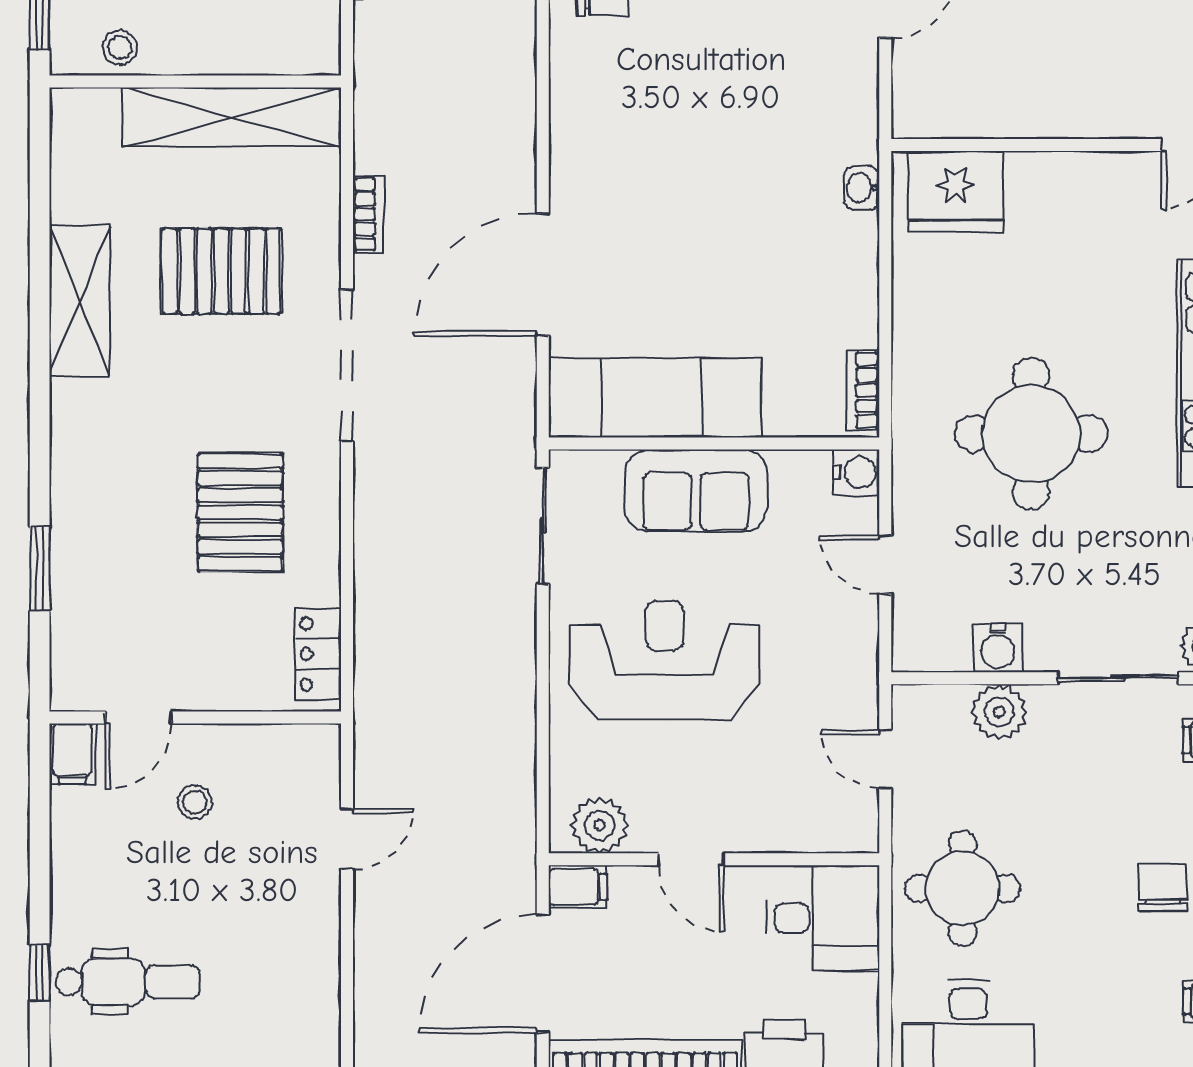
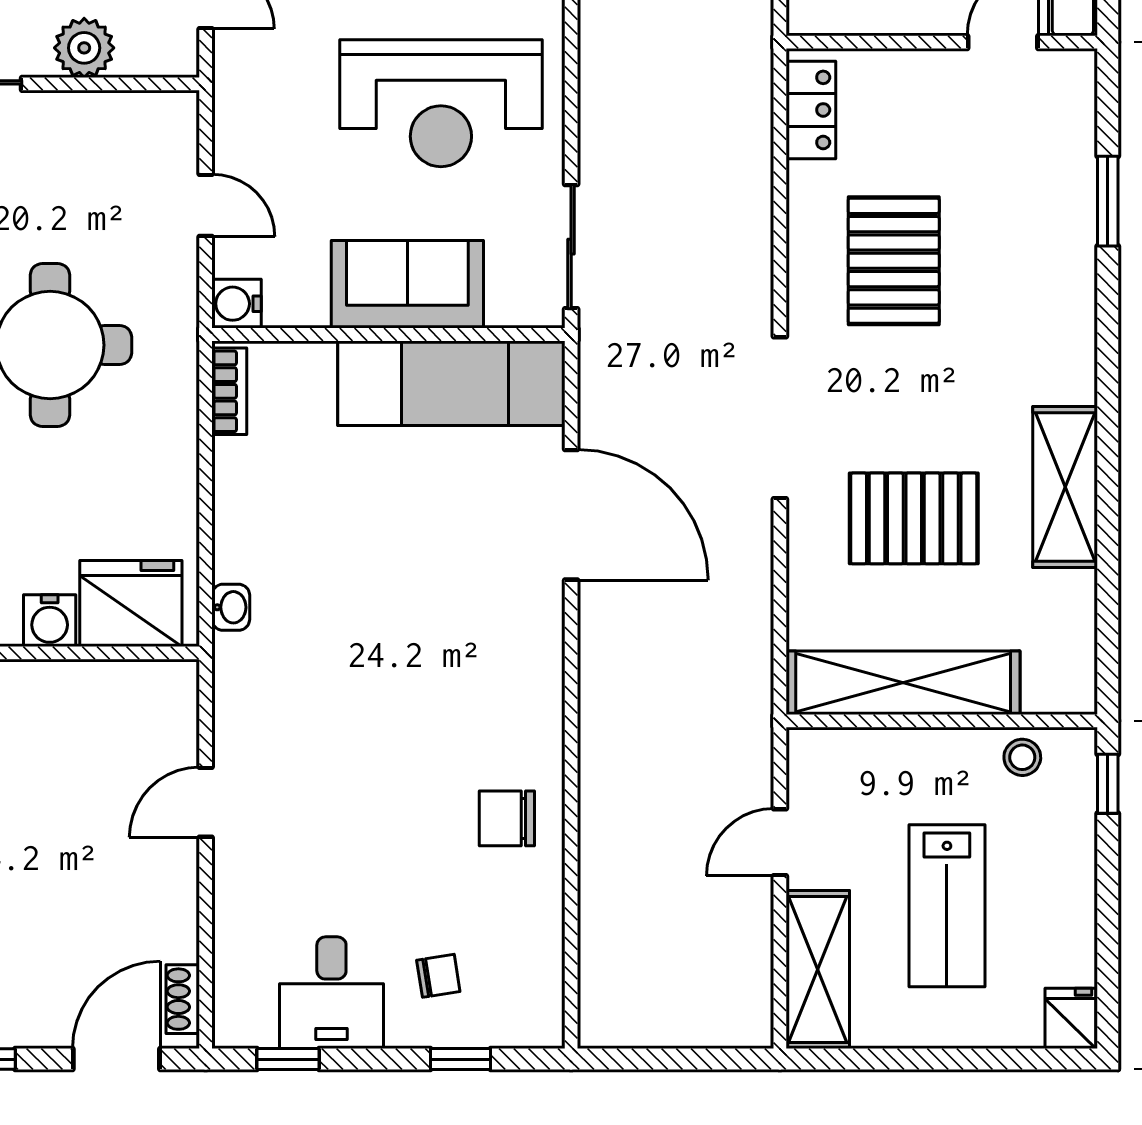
bookcase: (368, 214) -> (757, 579), removed
door: (543, 275) -> (571, 515), hinge flipped
water cooler: (998, 648) -> (50, 621), moved, turned 180

